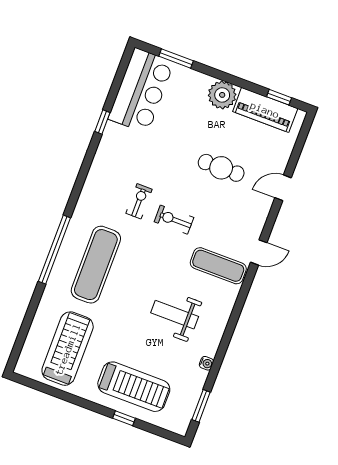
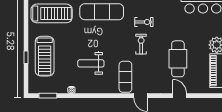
cafe table: (221, 168) -> (178, 59), width x1.37, depth x1.35
weight bench: (175, 315) -> (91, 63), turned -90

